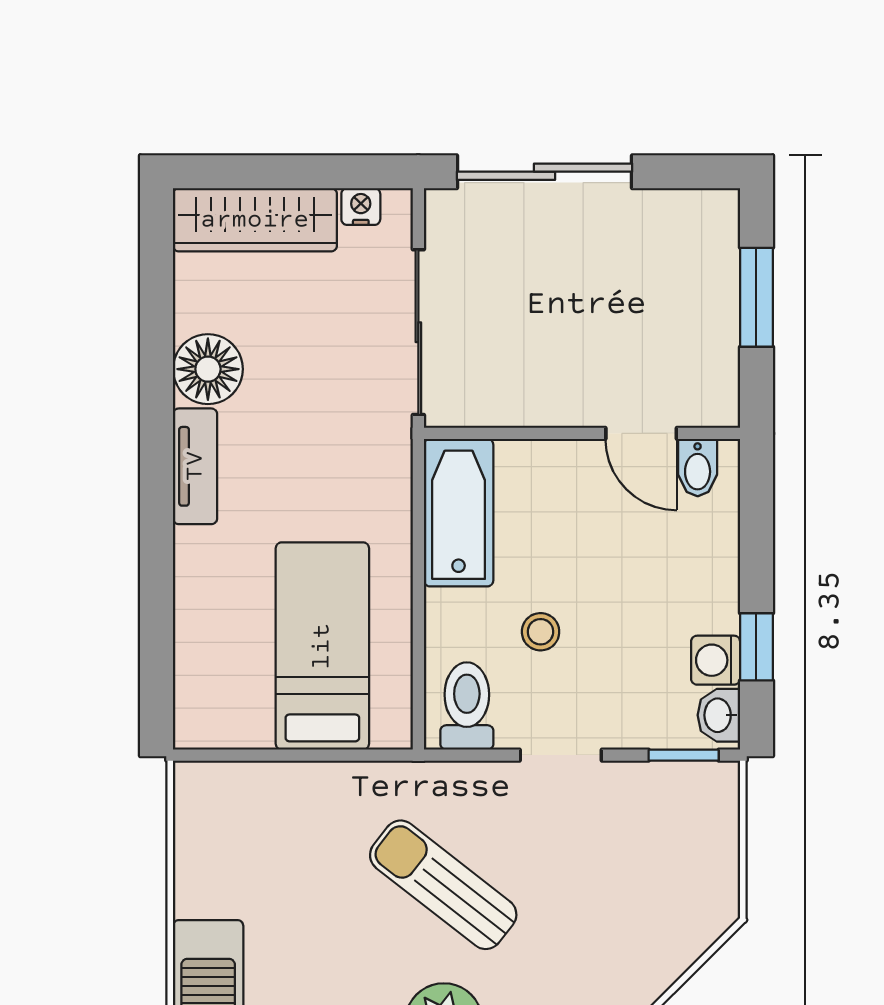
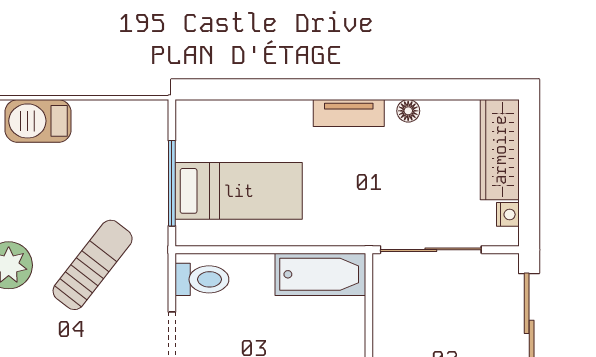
floor lamp: (208, 369) -> (408, 111), width x0.53, depth x0.53
stool: (541, 632) -> (247, 324), removed
window: (310, 755) -> (172, 183), added

